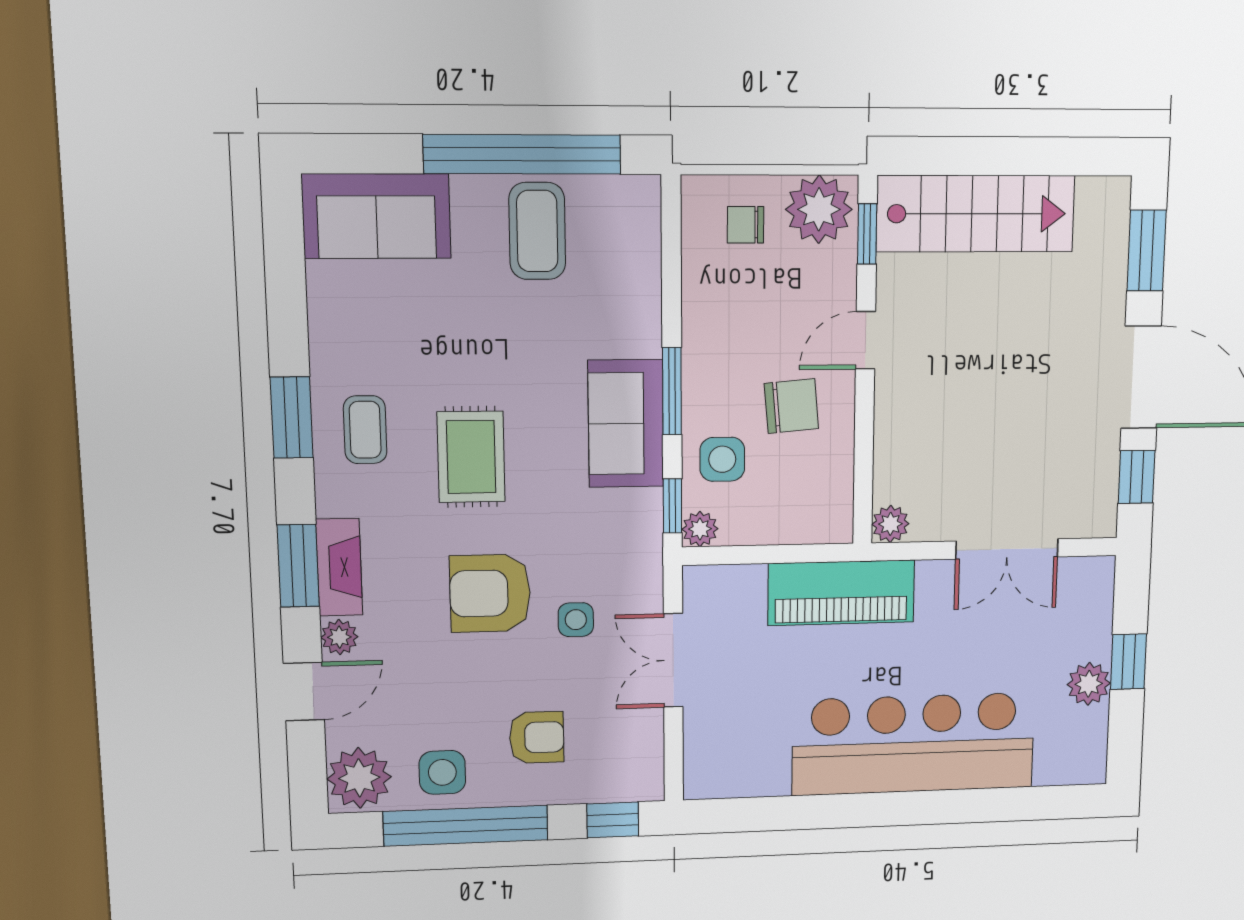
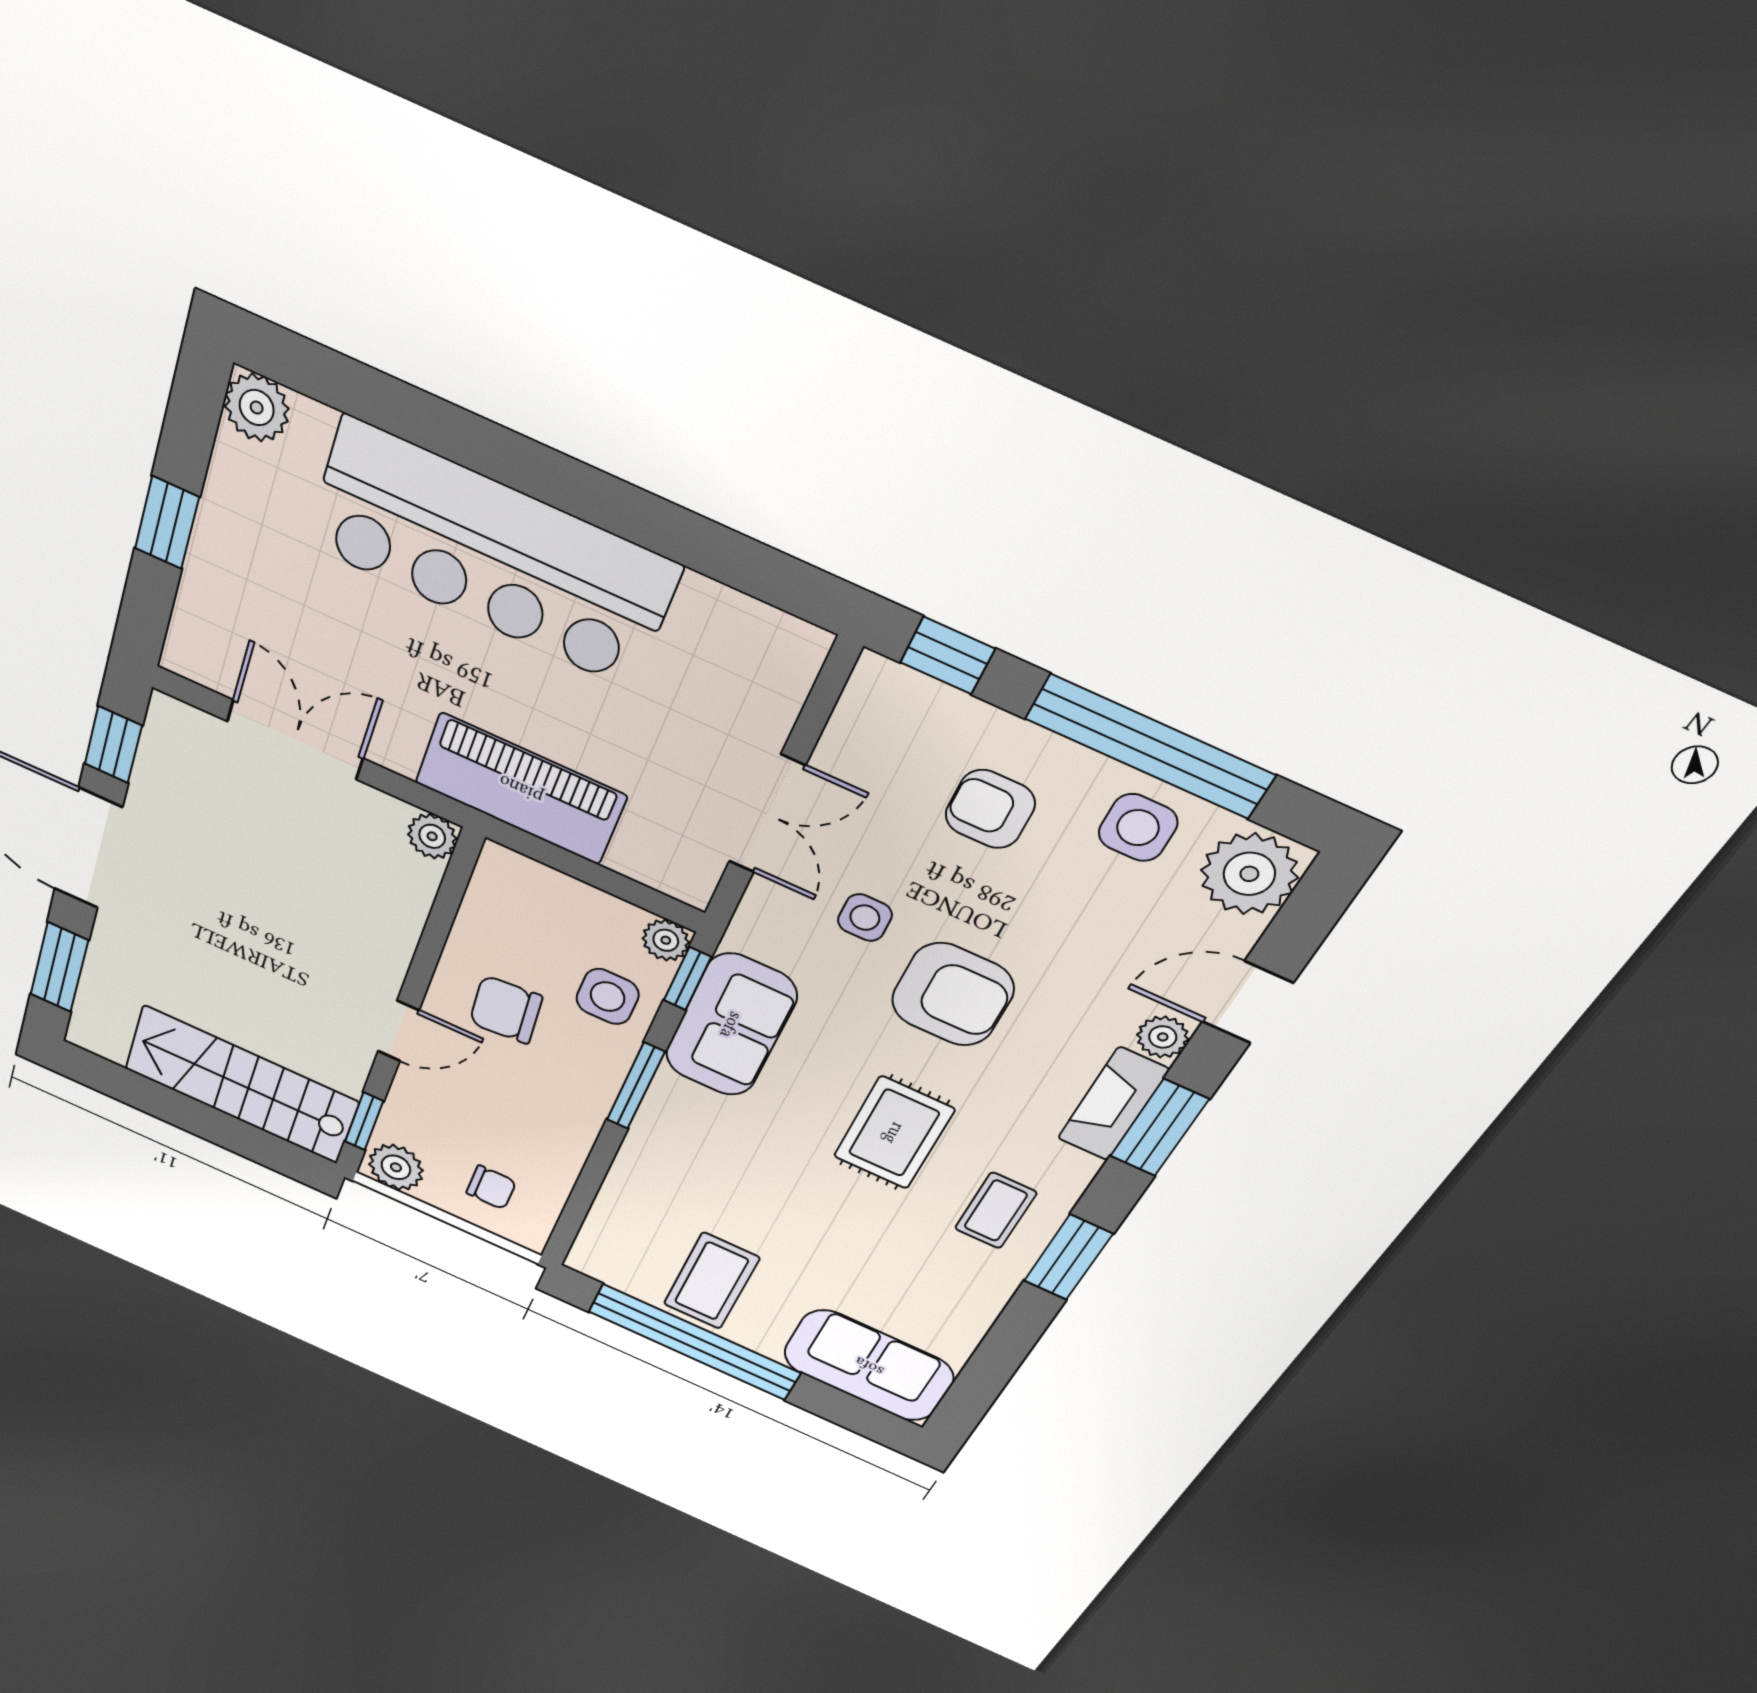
plant: (819, 209) -> (396, 1167), width x0.73, depth x0.73
sofa: (626, 424) -> (731, 1025), moved
plant: (1089, 684) -> (257, 408), moved

